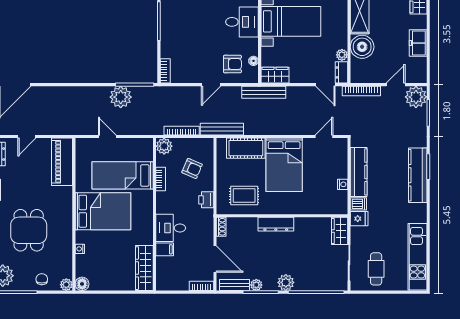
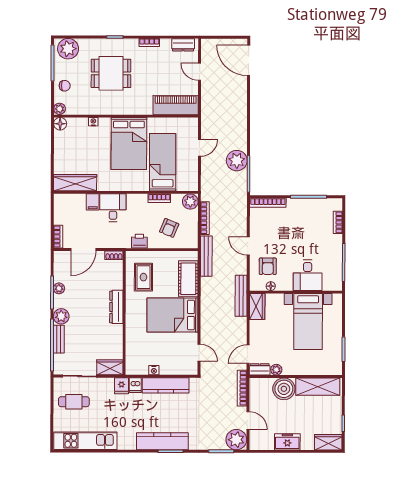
bookcase: (165, 71) -> (268, 203), width x1.56
bench: (234, 285) -> (59, 339), moved

